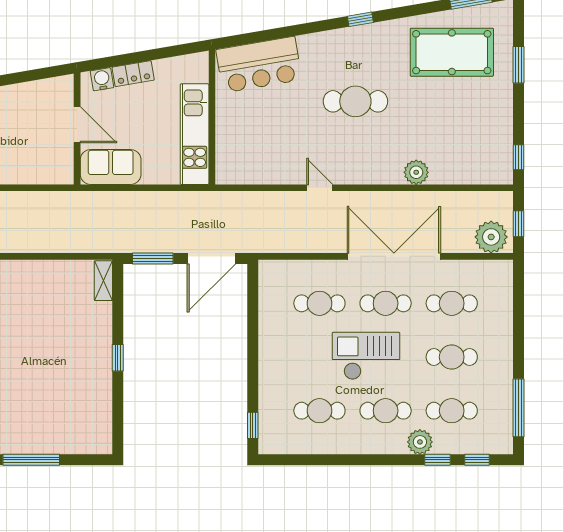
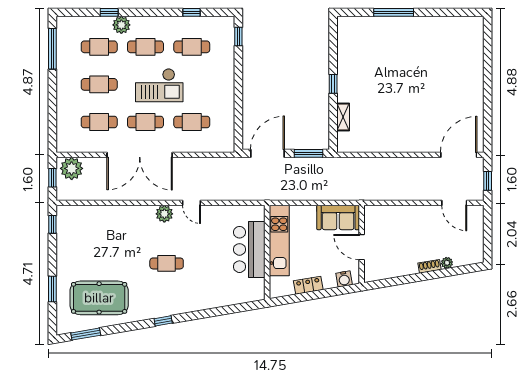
bar counter: (259, 65) -> (249, 249), moved, turned -80
locker: (133, 74) -> (308, 285), moved
cafe table: (355, 101) -> (167, 263), width x0.73, depth x0.74
plant: (416, 172) -> (164, 214), moved
shelving: (103, 281) -> (343, 117), moved
window: (477, 460) -> (191, 12), moved

